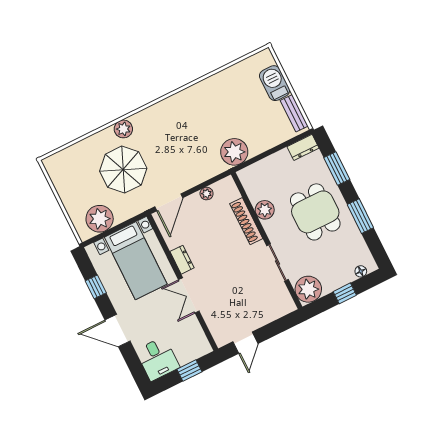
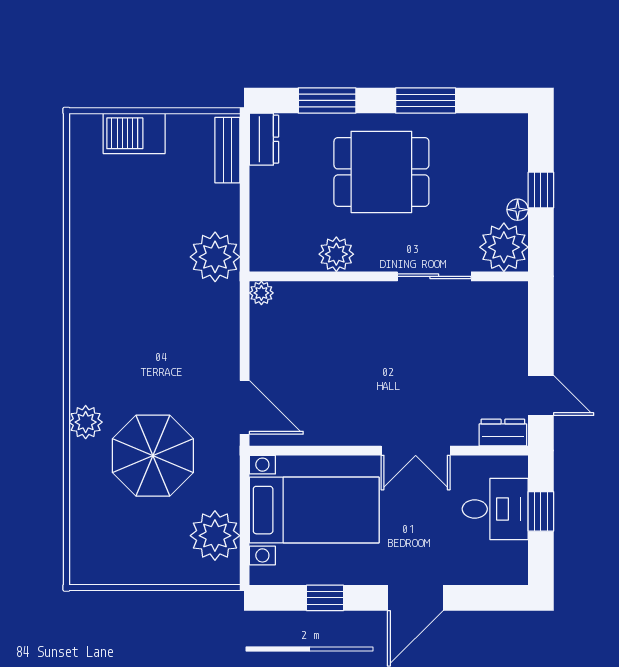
bench: (294, 113) -> (227, 150), moved, turned 90
plant: (207, 194) -> (261, 293), moved
shoe rack: (246, 221) -> (340, 294), removed
dresser: (182, 260) -> (503, 432), moved
floor lamp: (361, 271) -> (518, 210), moved
desk: (158, 359) -> (495, 509), moved

